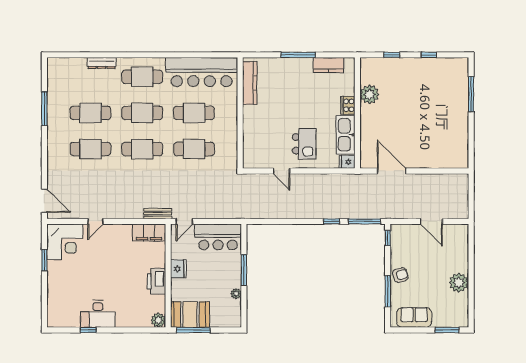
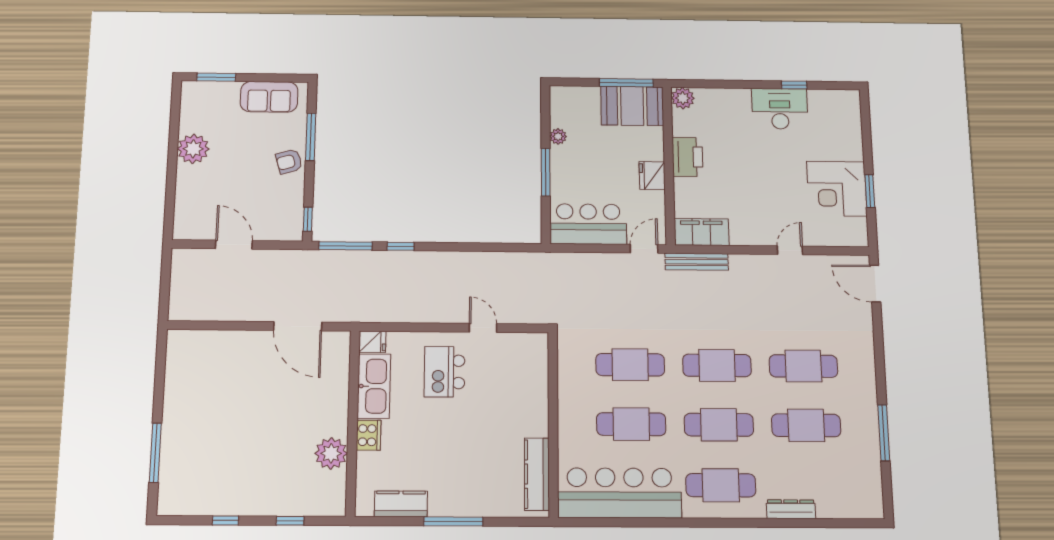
bench: (158, 214) -> (697, 262), width x1.36
corner desk: (65, 242) -> (837, 189), moved, turned -90

